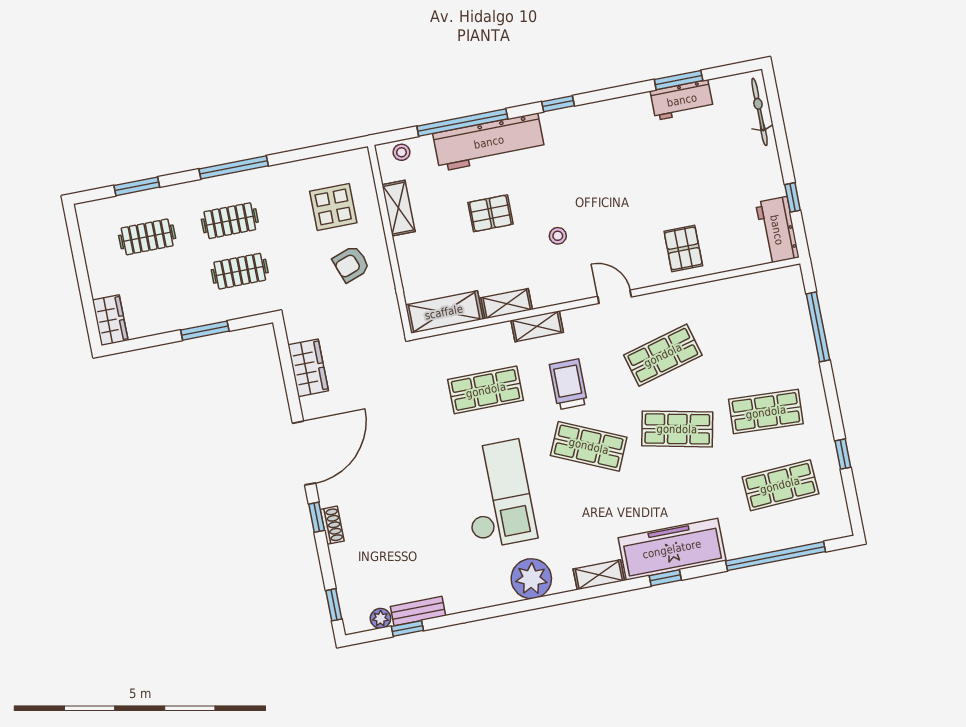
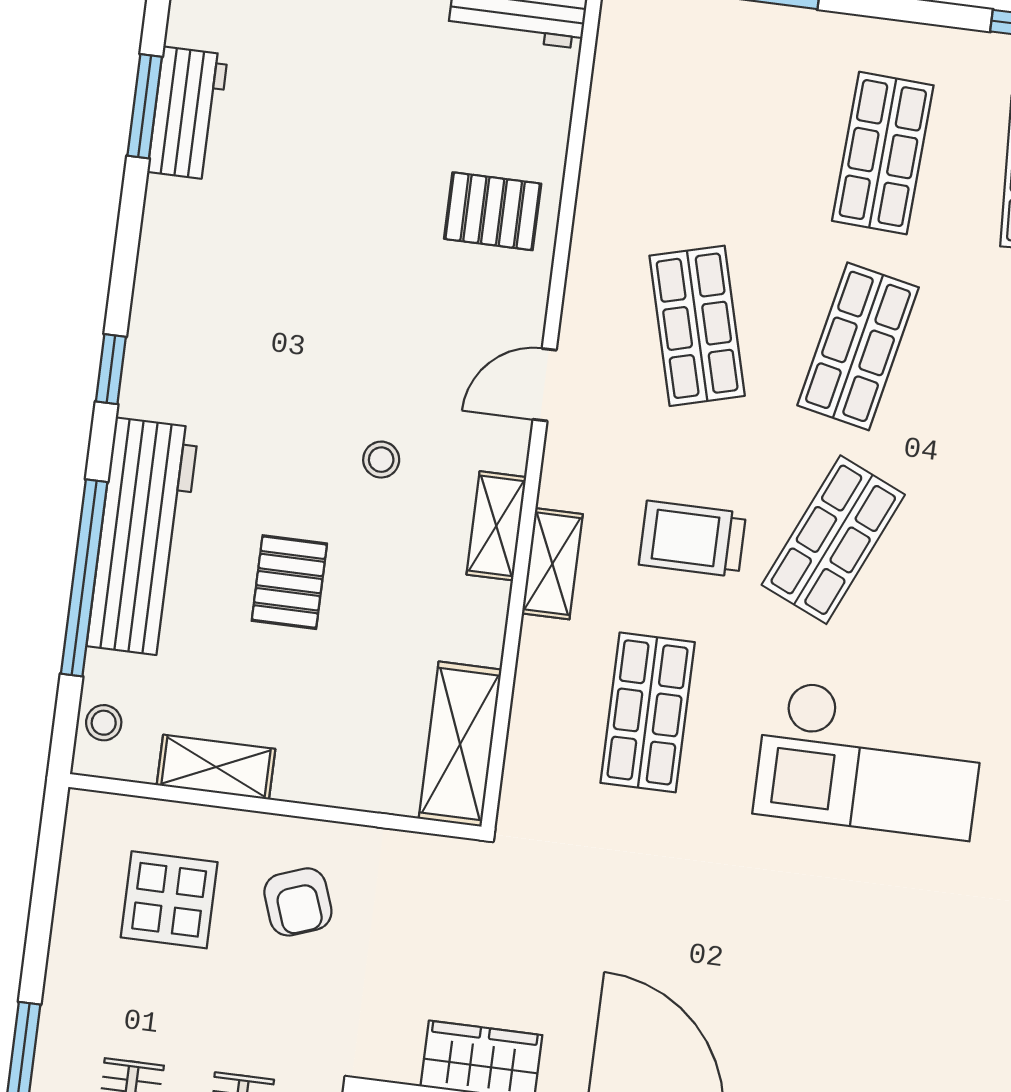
shelving: (507, 304) -> (496, 526), moved
checkout: (497, 494) -> (869, 760), turned 180

